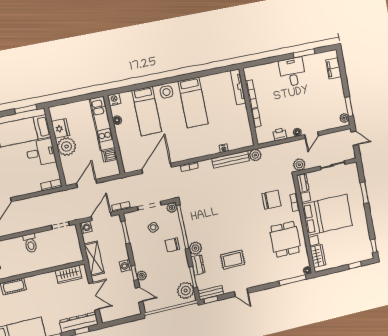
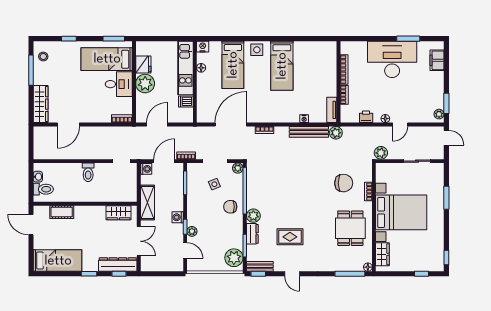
desk: (292, 72) -> (392, 59), width x1.87, depth x1.30
tv unit: (238, 87) -> (332, 110), moved, width x0.71
dresser: (303, 183) -> (381, 173), removed

